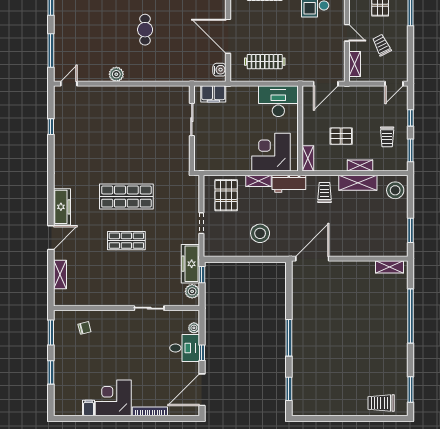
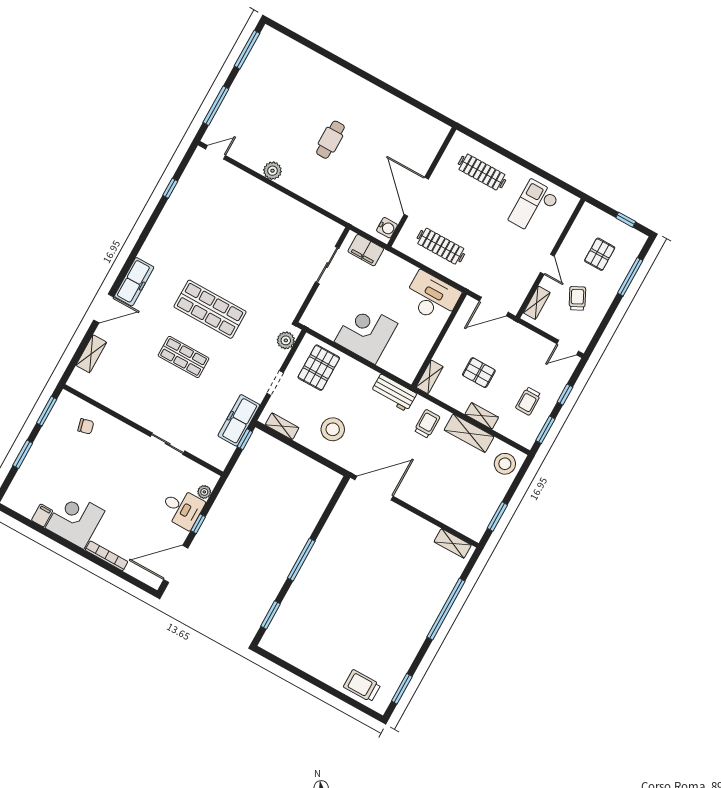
corner desk: (271, 152) -> (366, 333), moved
shelving: (258, 181) -> (282, 426), moved
plant: (192, 291) -> (286, 340), moved

